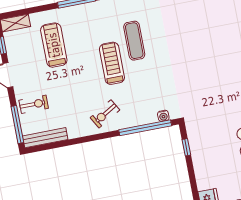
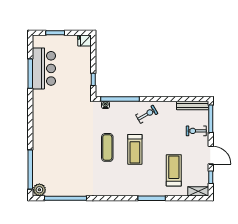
exercise mat: (134, 41) -> (107, 147), moved
treadmill: (54, 45) -> (174, 170), turned 180

